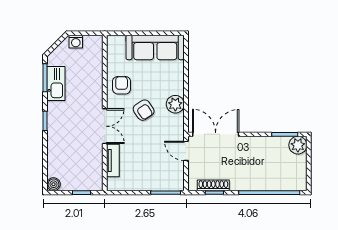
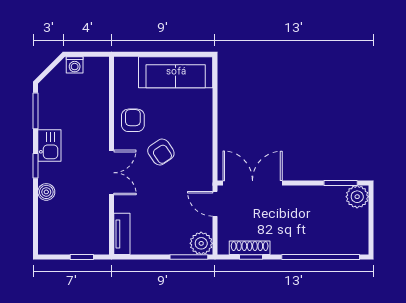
kitchen sink: (56, 83) -> (49, 145), moved, width x0.73
plant: (175, 104) -> (201, 243), moved
tv unit: (113, 160) -> (122, 234), moved
boiler: (53, 184) -> (46, 192), moved

